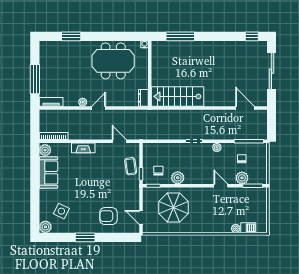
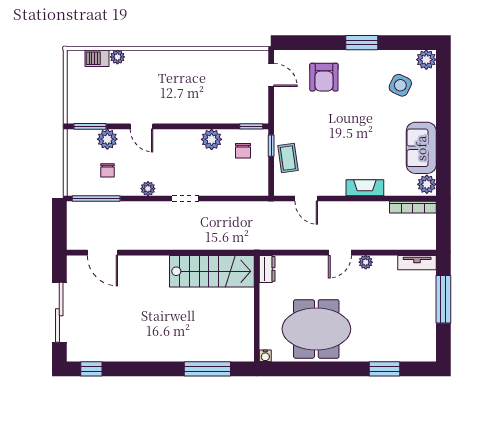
parasol: (174, 207) -> (218, 91), removed
armchair: (108, 216) -> (324, 77), turned 90

